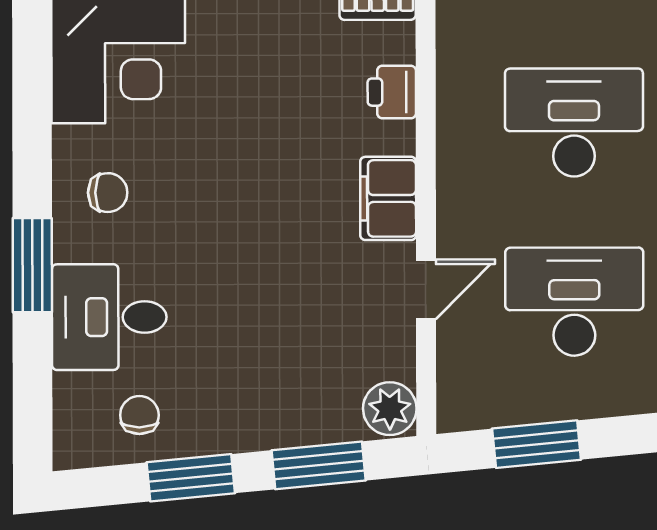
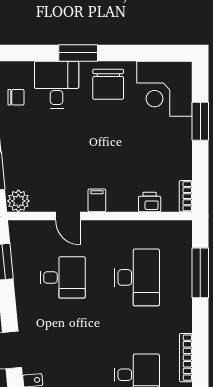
chair: (108, 193) -> (108, 84), width x1.87, depth x1.87
filing cabinet: (388, 198) -> (97, 200), width x0.50
desk: (574, 302) -> (63, 277), width x0.73

